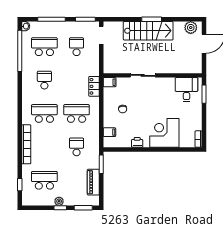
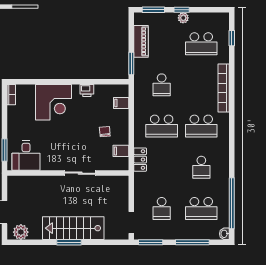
filing cabinet: (110, 82) -> (121, 151), moved

